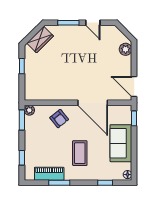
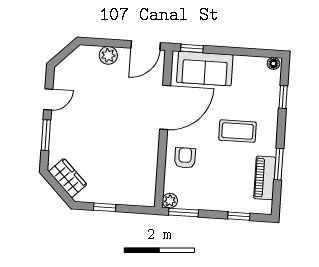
plant: (126, 49) -> (108, 55), moved
armchair: (59, 119) -> (185, 158), turned -51
sofa: (121, 143) -> (205, 69), moved

